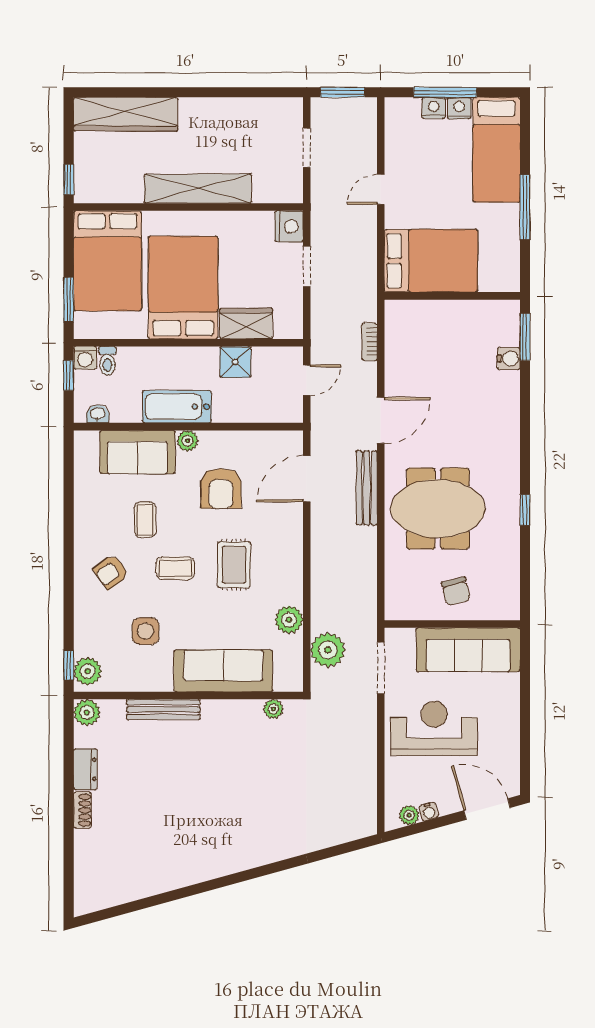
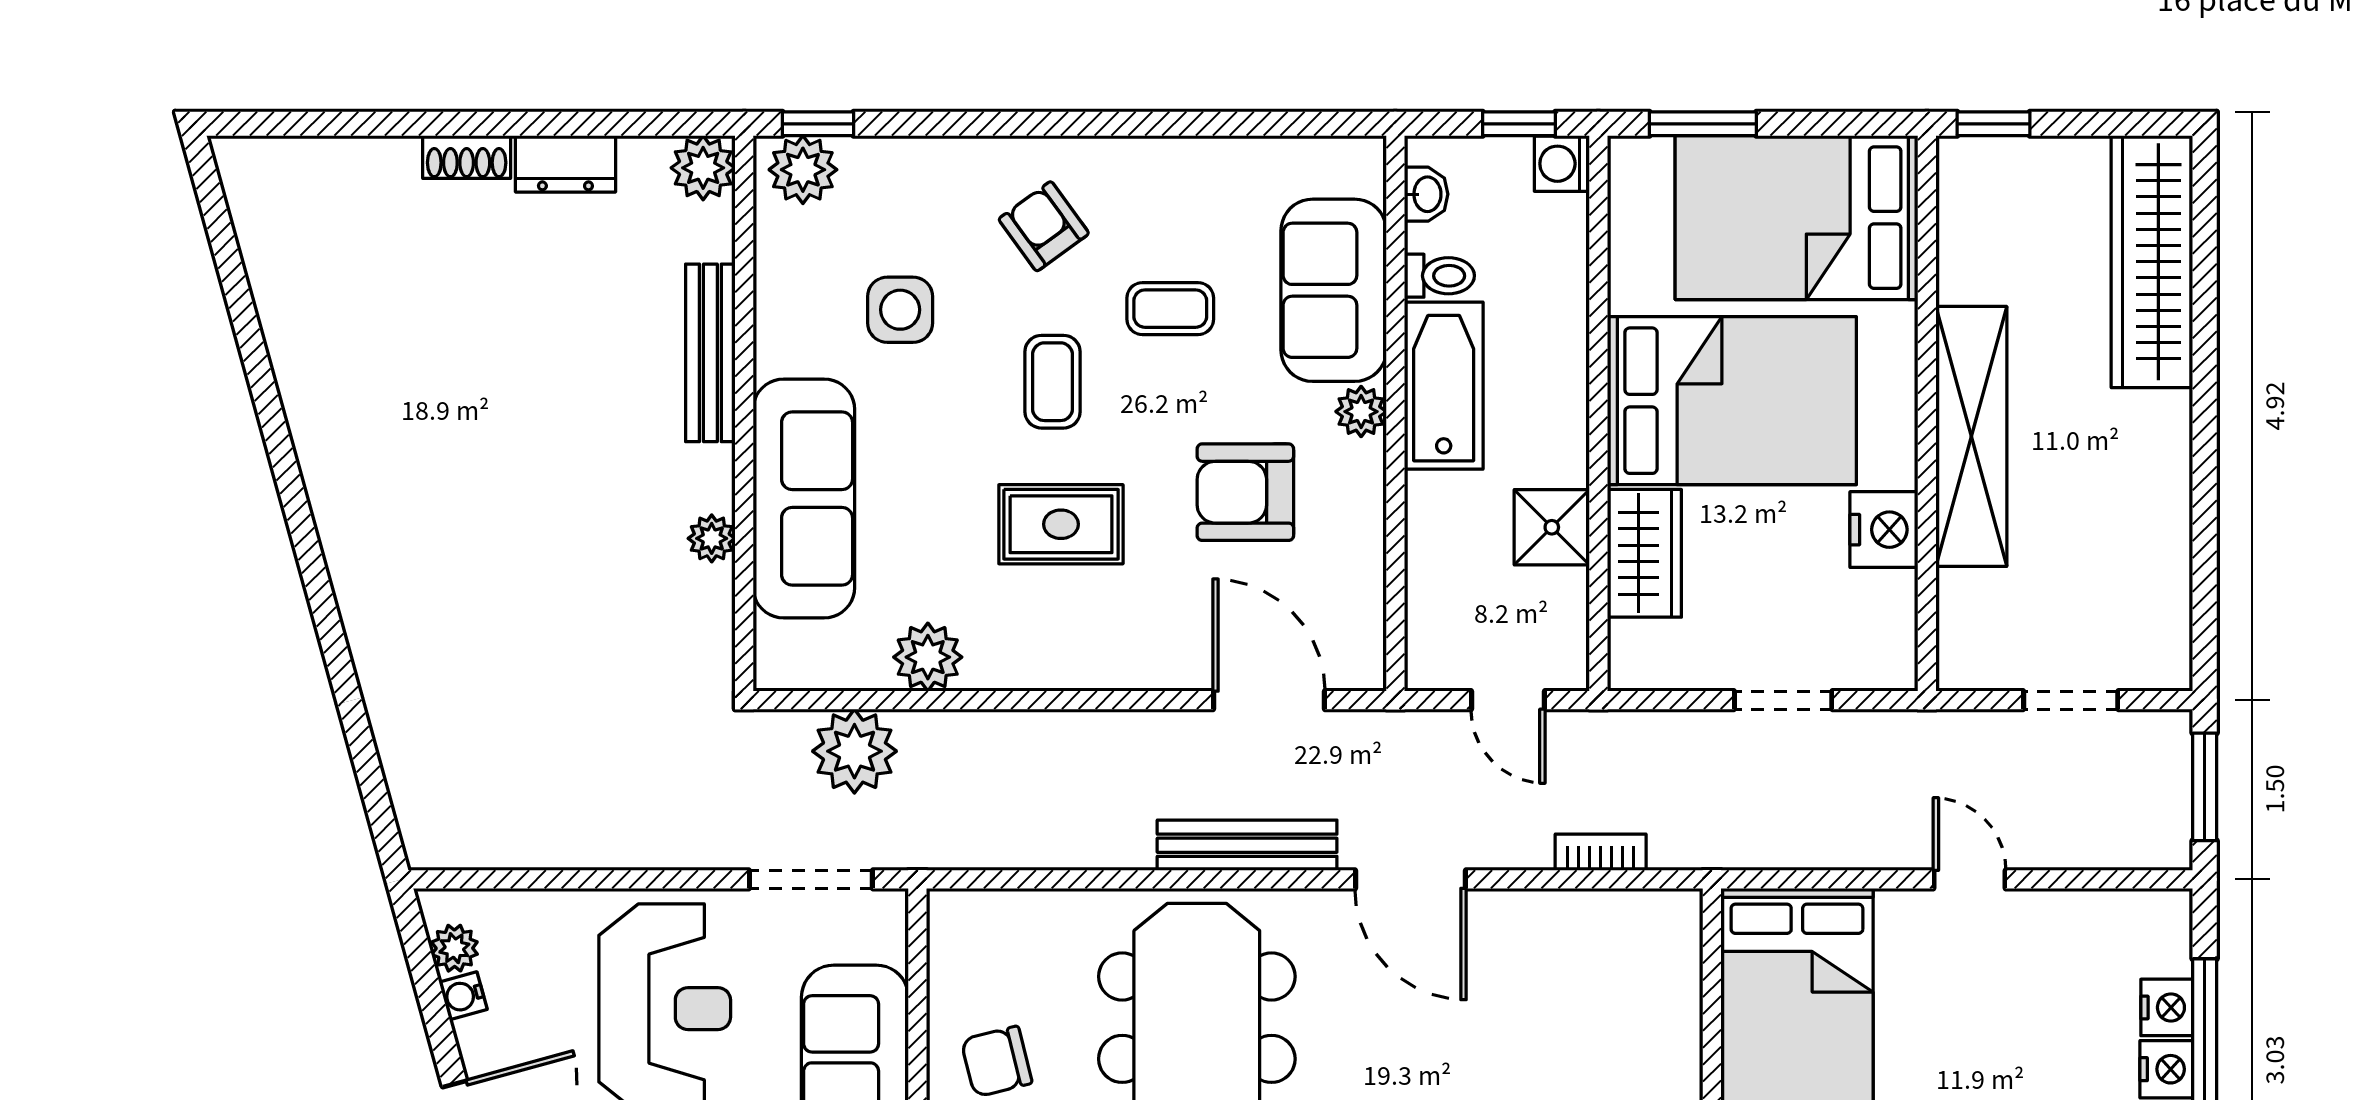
nightstand: (289, 226) -> (1884, 530), moved, turned -90
toilet: (107, 361) -> (1439, 276), moved, turned 180
plant: (273, 709) -> (712, 538), moved

